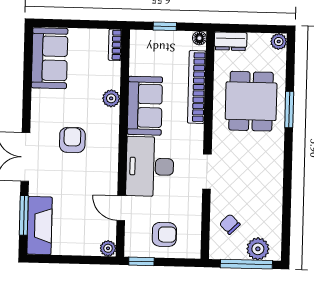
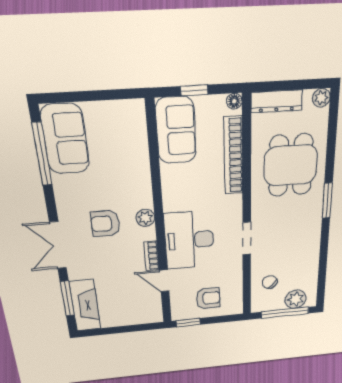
dresser: (231, 41) -> (277, 101), width x1.44
bookcase: (115, 45) -> (152, 256), moved
window: (28, 69) -> (42, 154), added
plant: (111, 98) -> (145, 218), moved
sofa: (145, 106) -> (176, 130), moved
window: (289, 110) -> (327, 201), moved
armchair: (72, 140) -> (105, 223), turned -90
plant: (108, 248) -> (155, 316), removed

